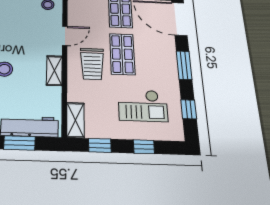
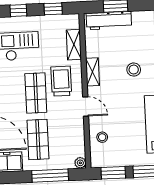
door: (65, 36) -> (86, 106), swing flipped
shelving: (75, 120) -> (74, 45), moved

